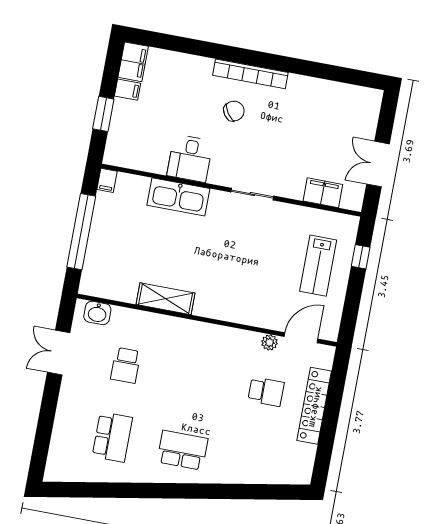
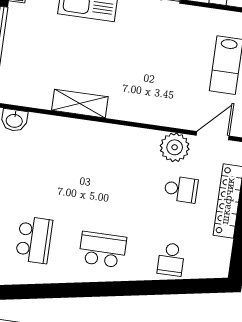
plant: (270, 342) -> (175, 147), width x1.88, depth x1.88
school desk: (126, 365) -> (171, 259), moved

